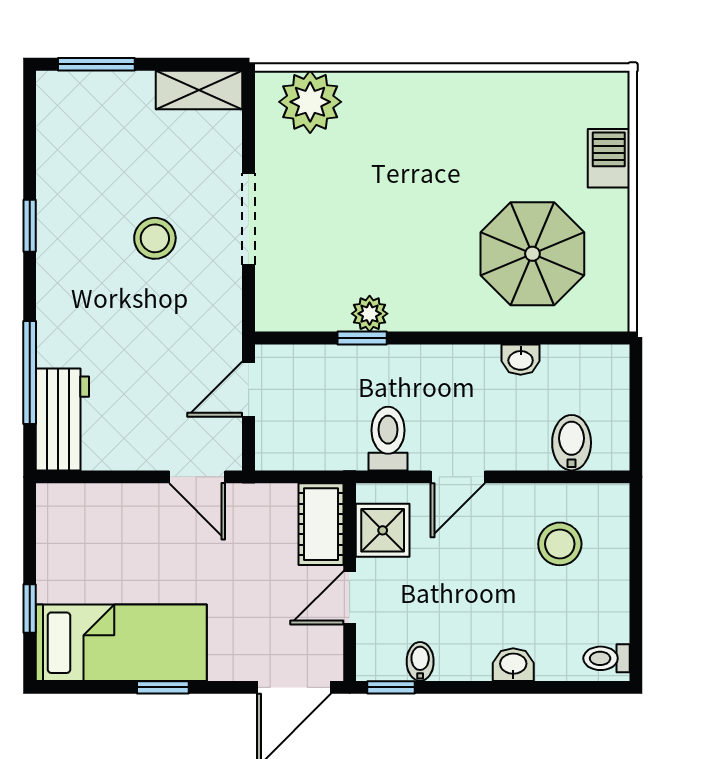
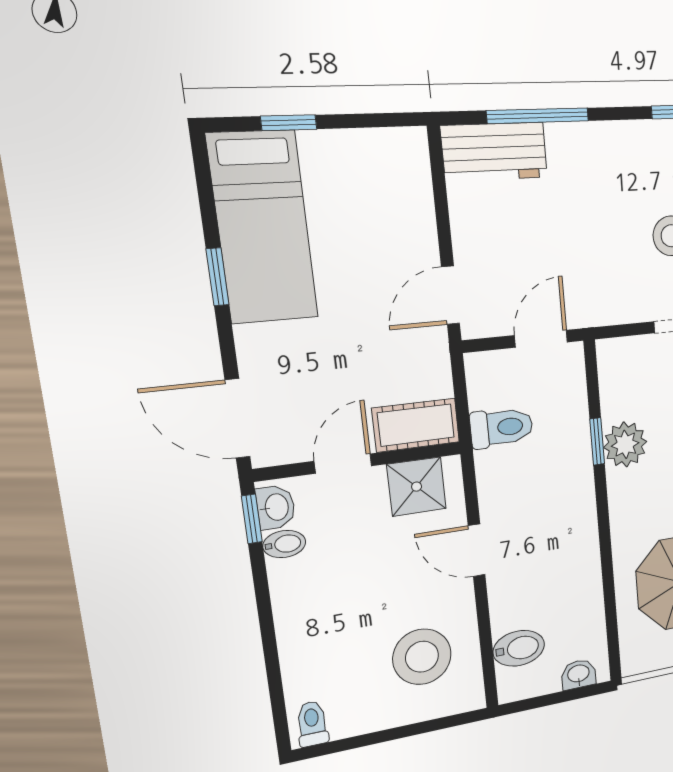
plant: (370, 314) -> (625, 444), width x1.38, depth x1.38
washbasin: (521, 360) -> (579, 674), moved, turned 90
door: (249, 389) -> (541, 339), hinge flipped
toilet: (388, 439) -> (502, 427), moved
stool: (560, 544) -> (422, 657), width x1.38, depth x1.38
door: (350, 598) -> (343, 464), hinge flipped
washbasin: (513, 665) -> (276, 507), moved

